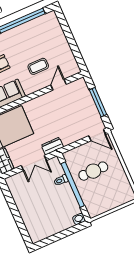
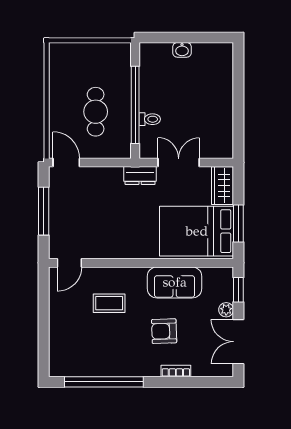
door: (59, 85) -> (69, 263), moved
cafe table: (93, 171) -> (96, 112), turned 90
washbasin: (79, 219) -> (182, 50), moved

